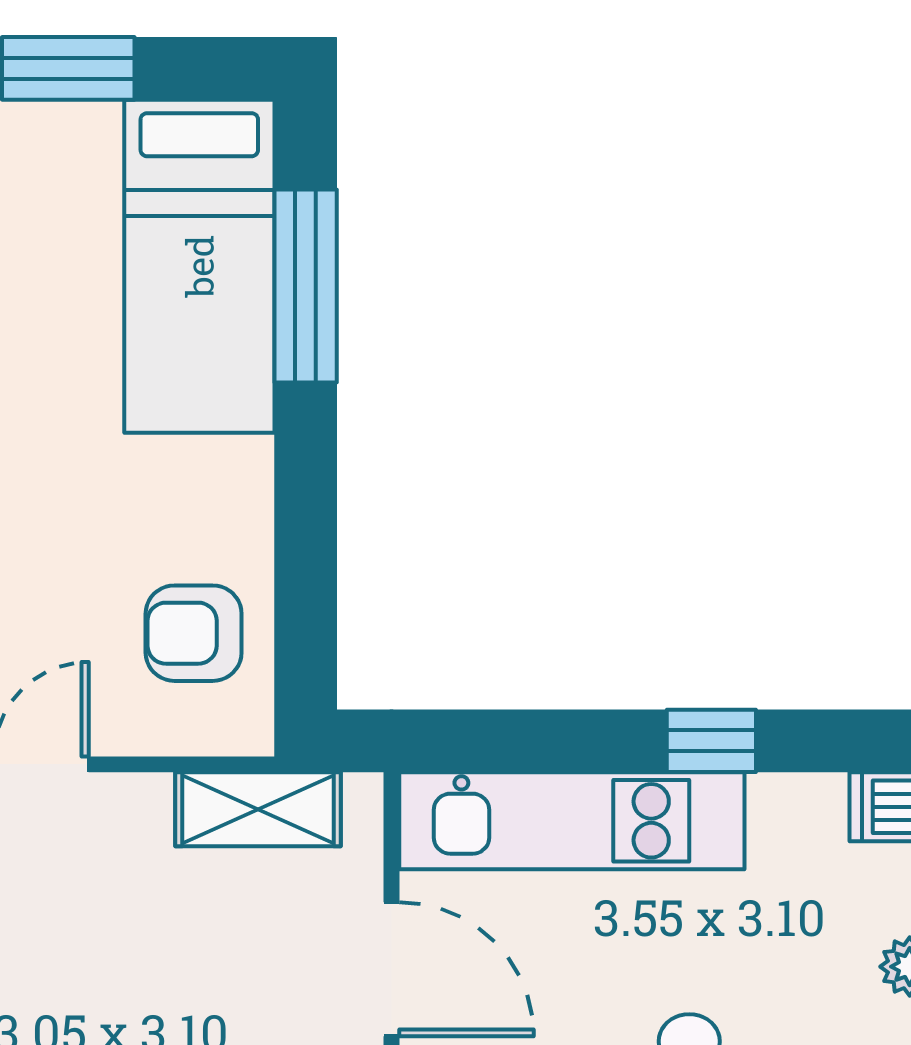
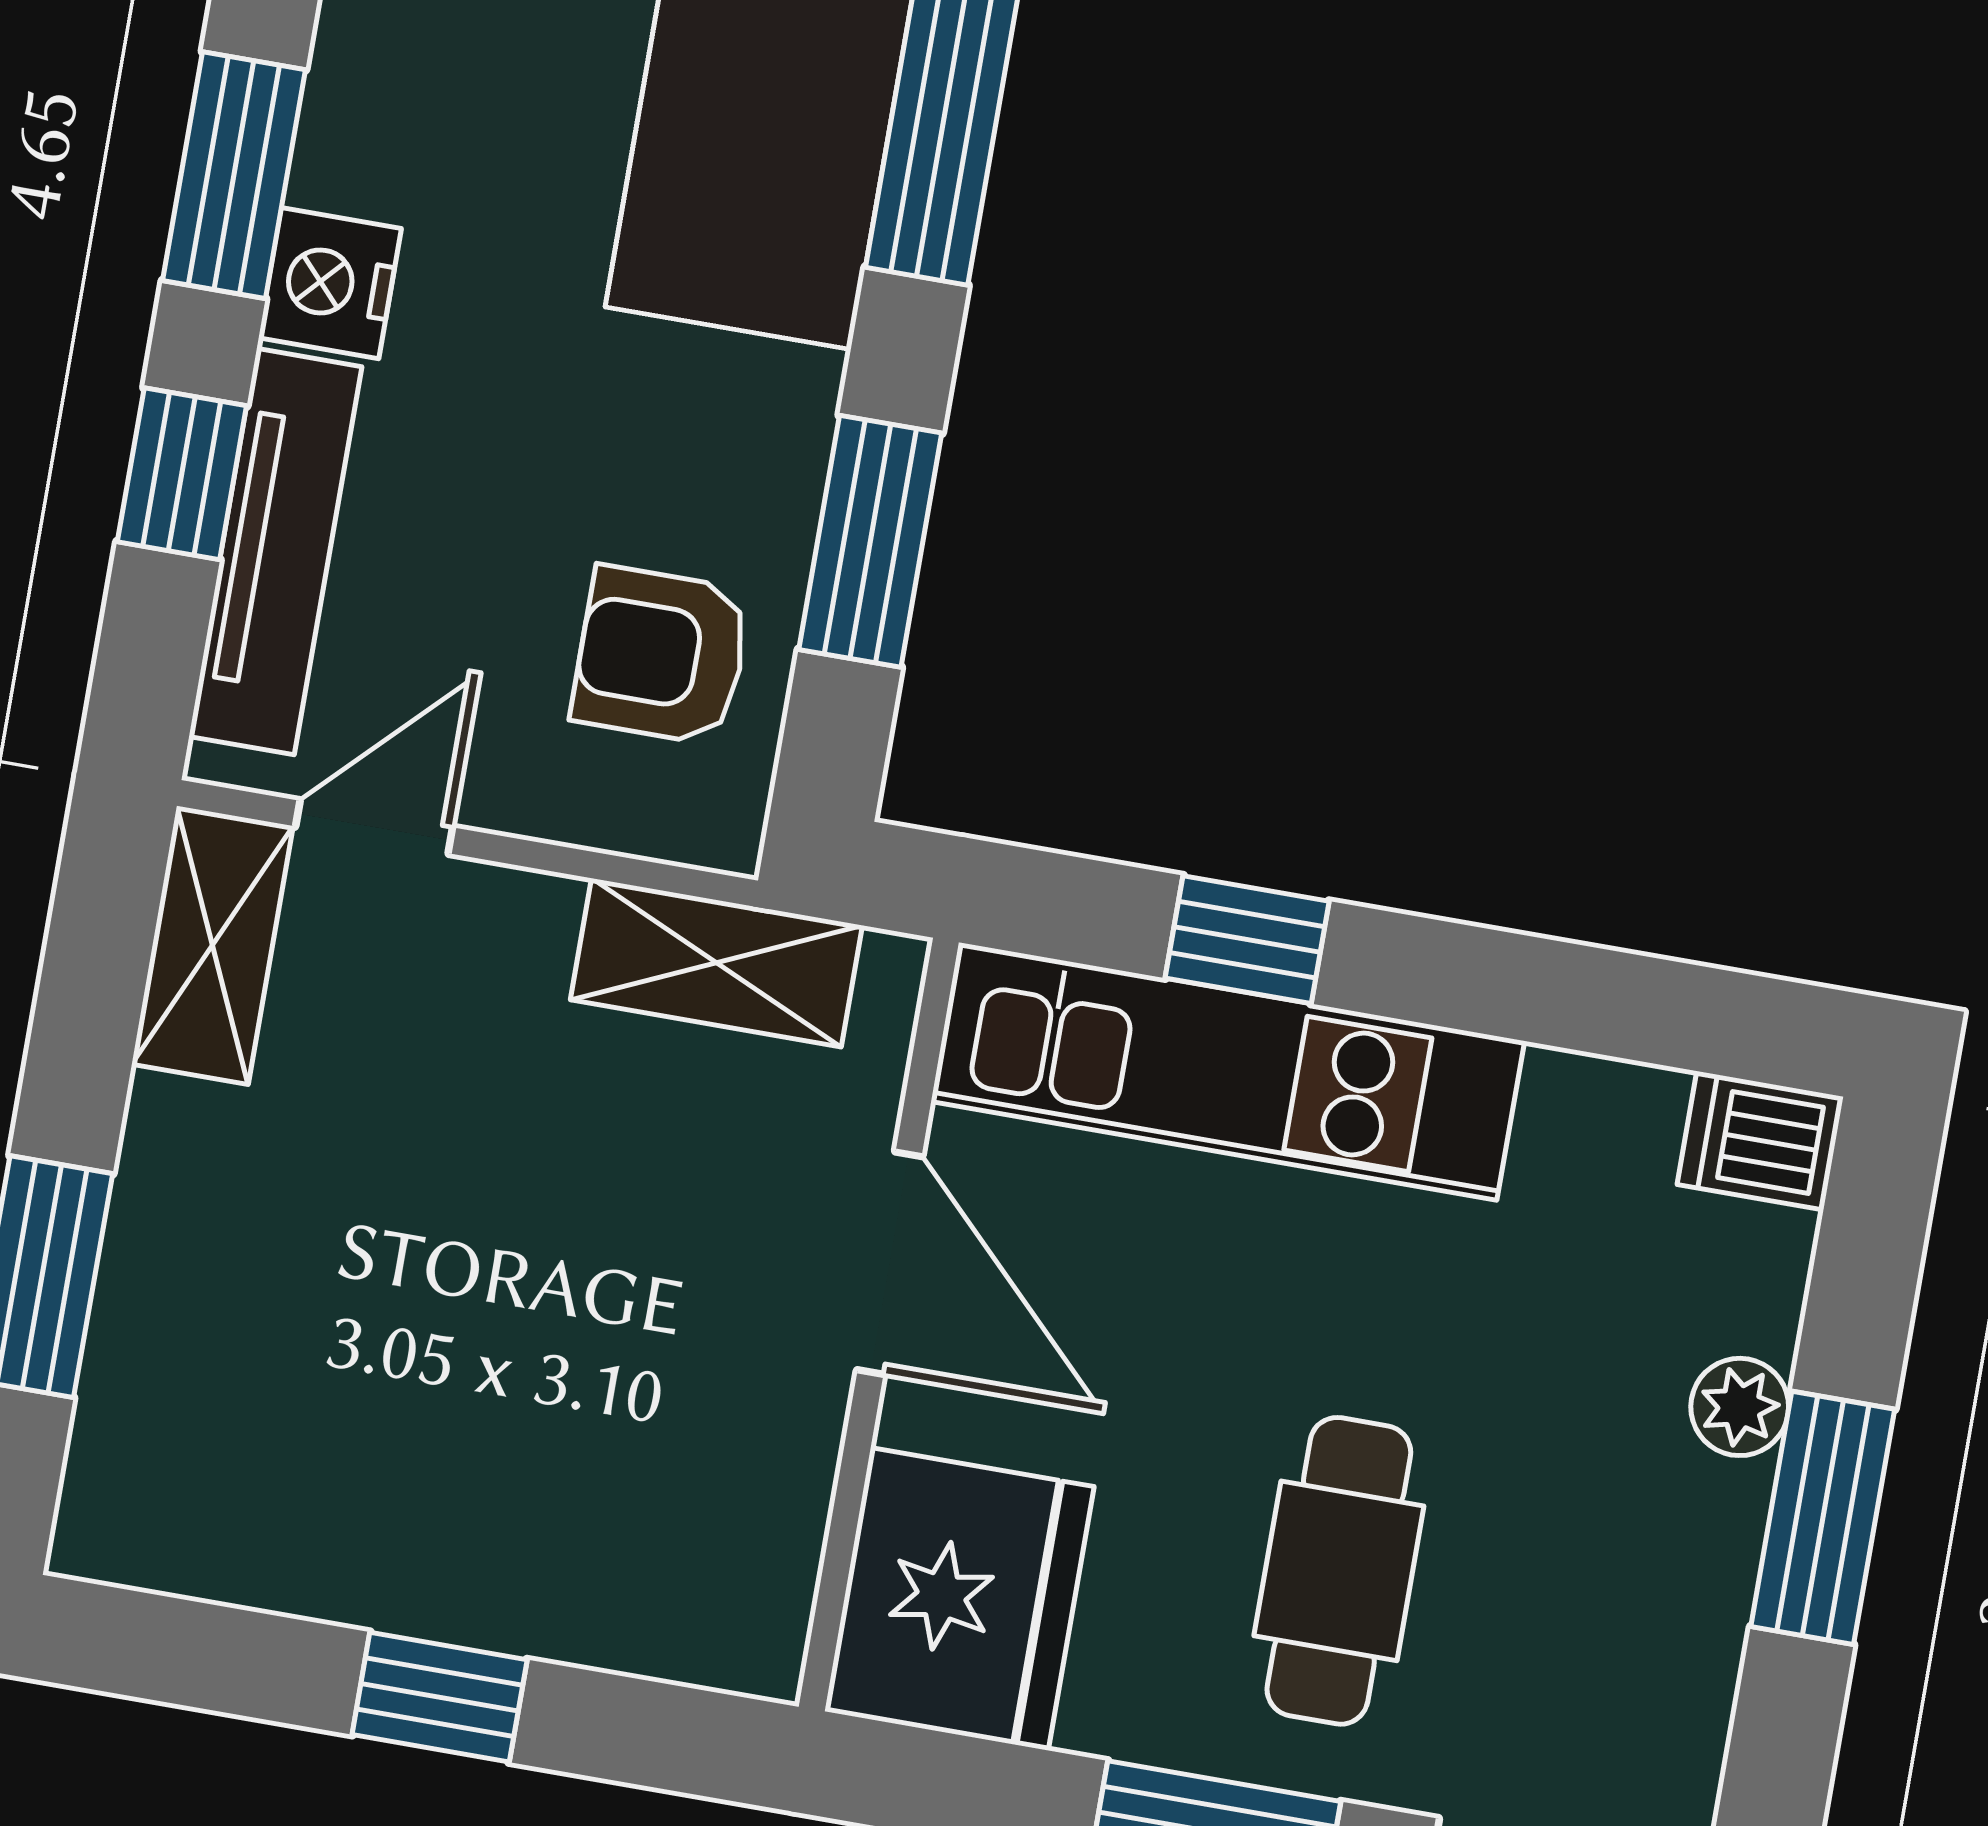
window: (306, 544) -> (870, 541), added
window: (711, 741) -> (1247, 940), moved

